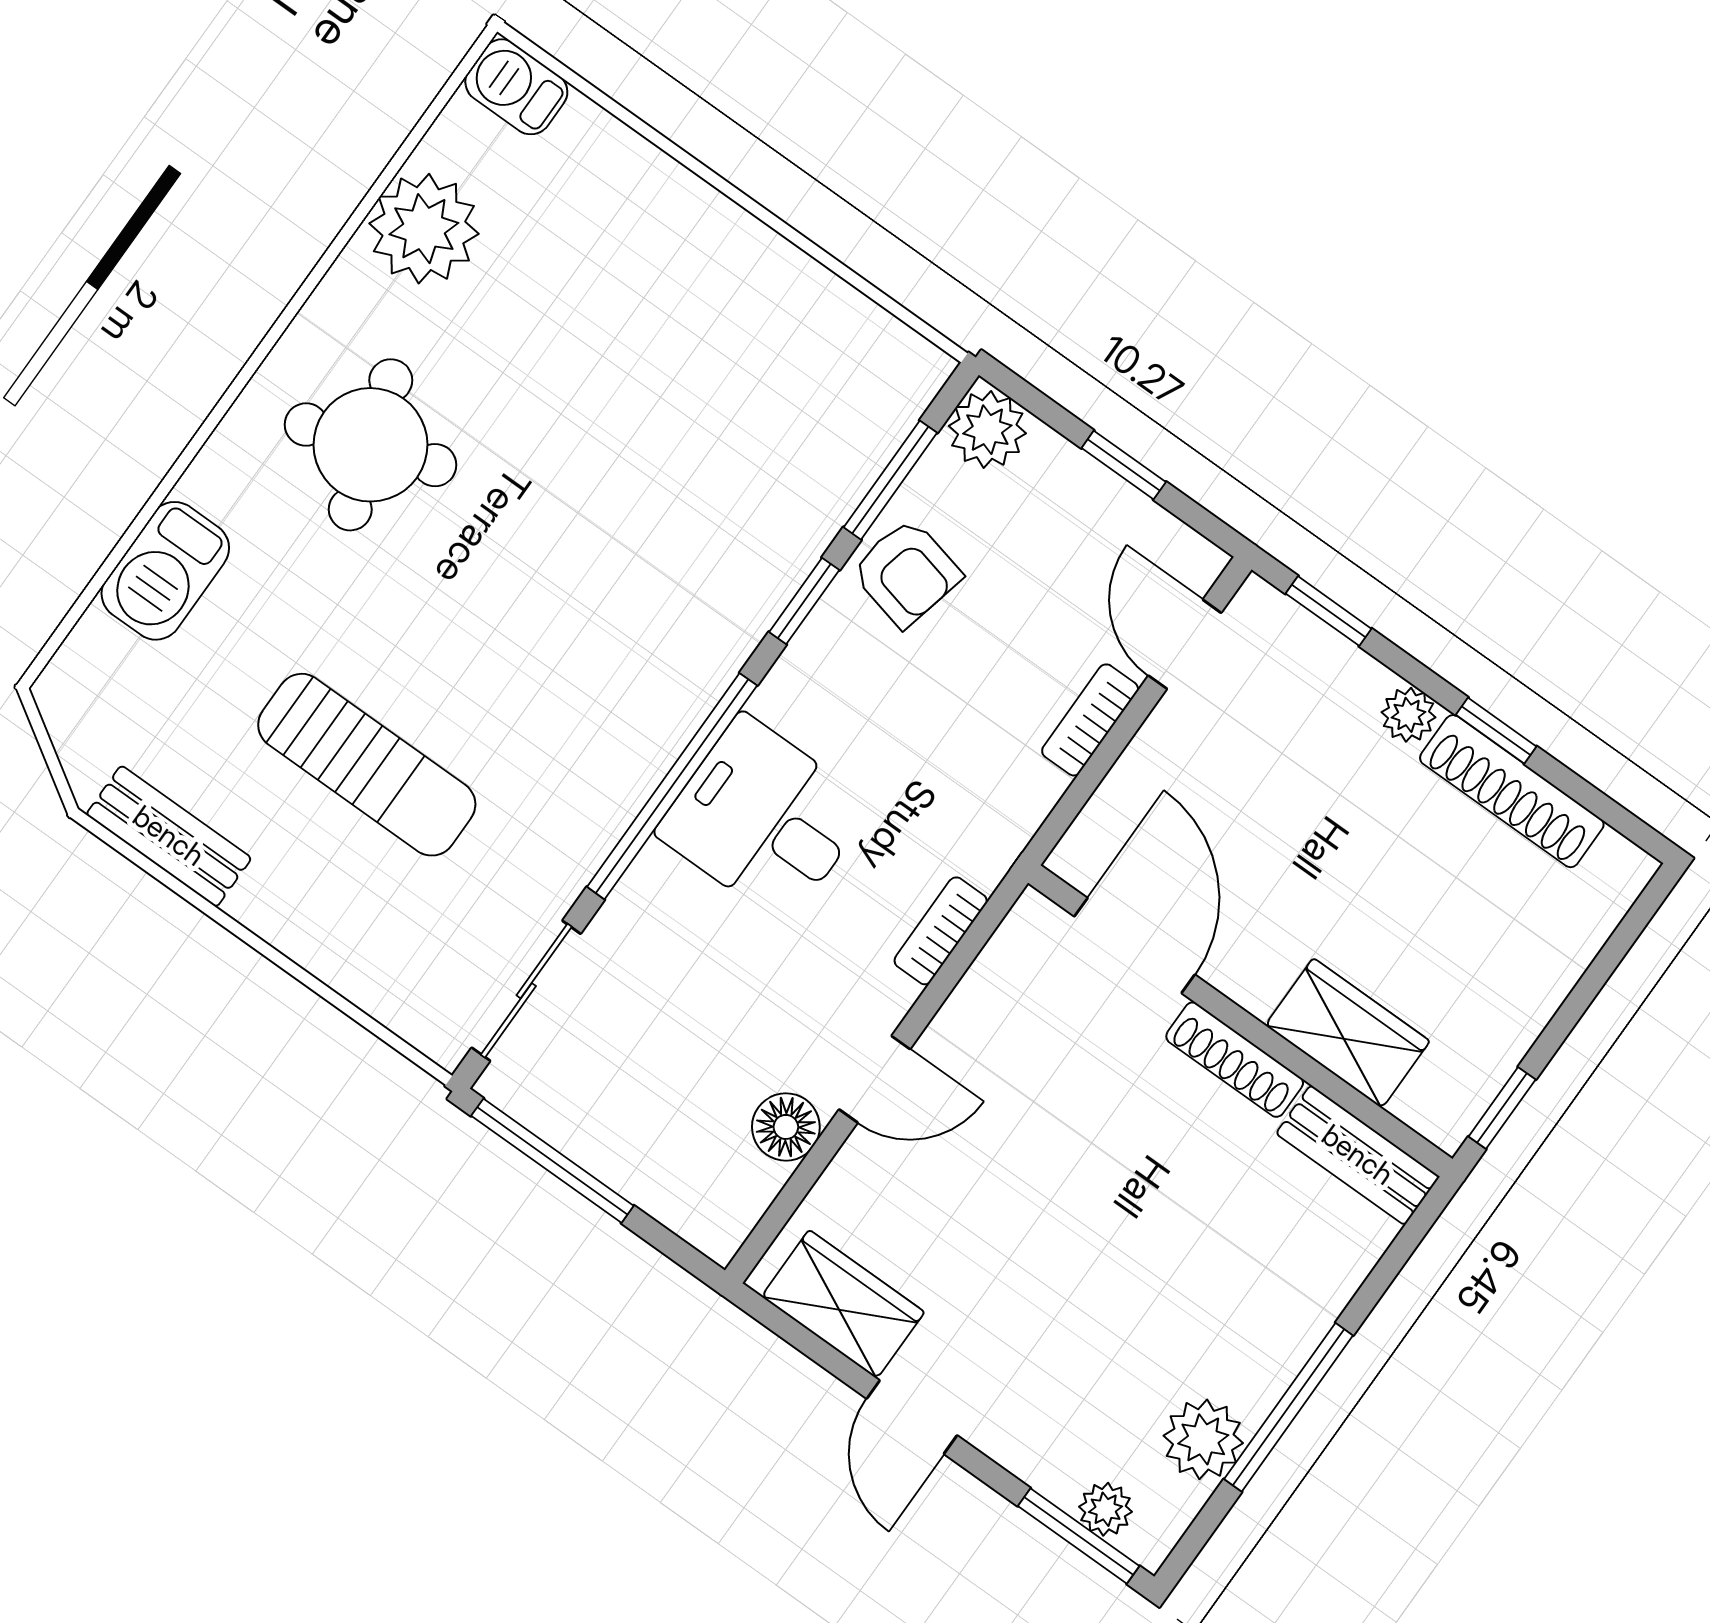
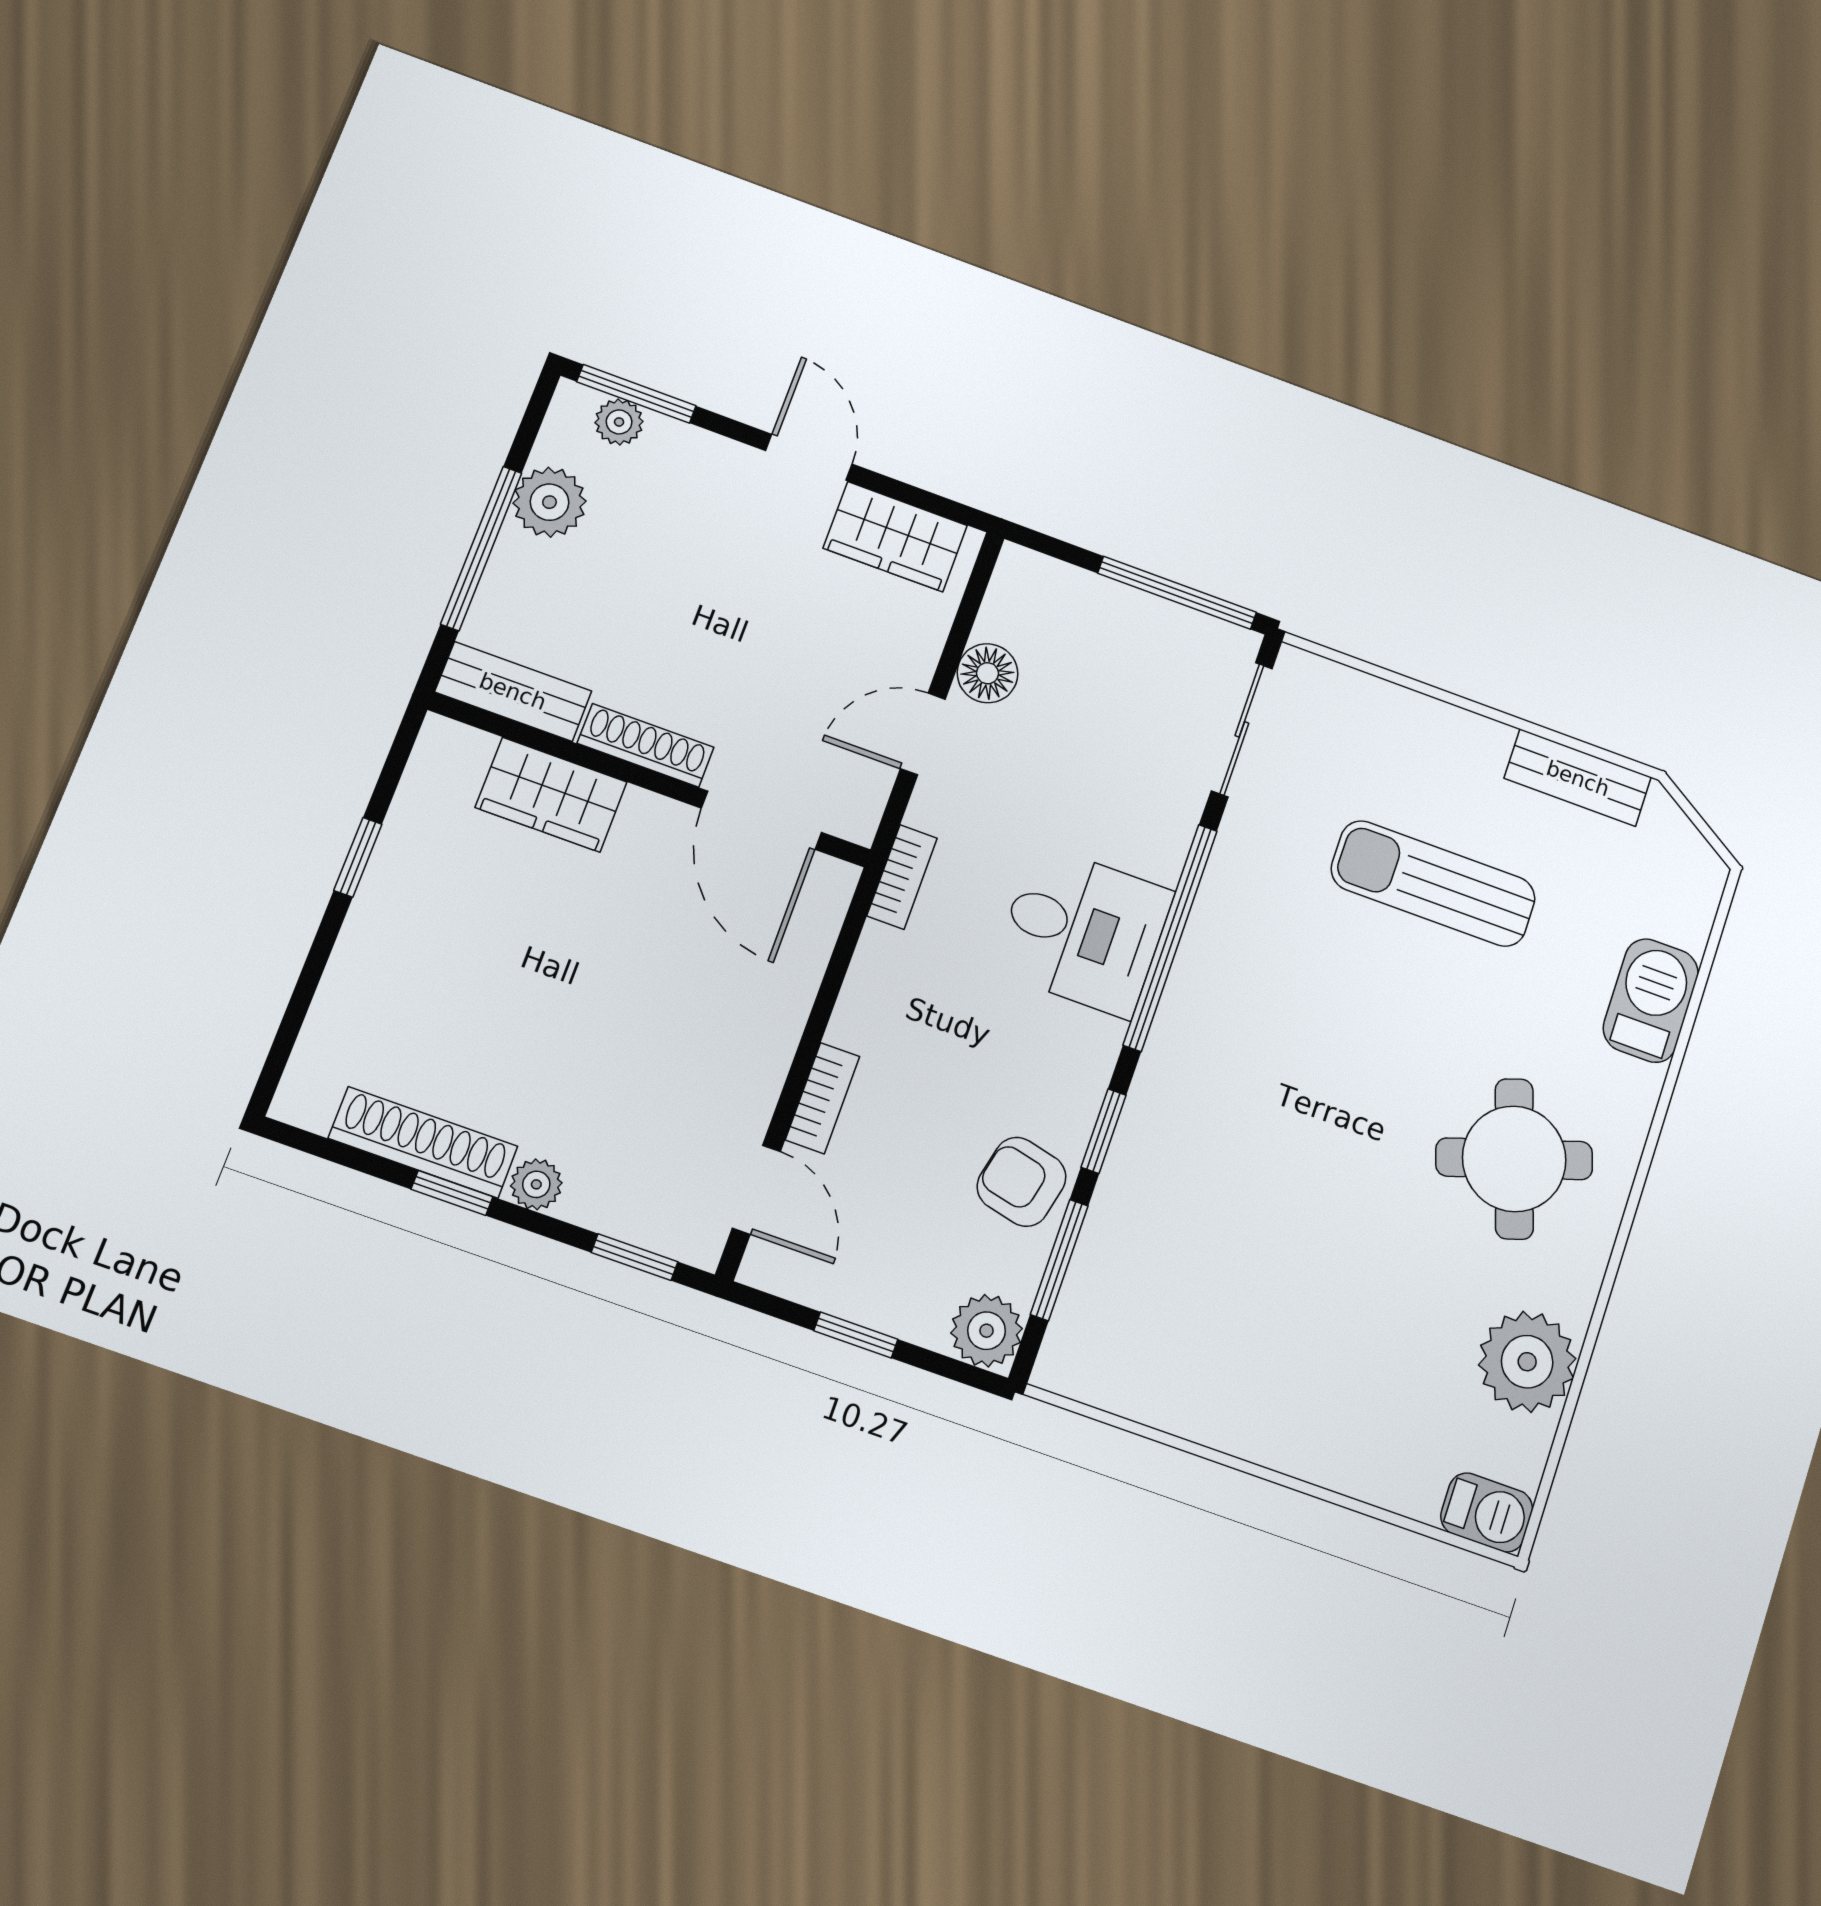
door: (1135, 946) -> (761, 820), moved
wall: (1240, 1021) -> (650, 780), moved
wardrobe: (1348, 1033) -> (551, 795), moved
shoe rack: (1235, 1060) -> (646, 745), moved
bench: (1358, 1155) -> (513, 691), moved

